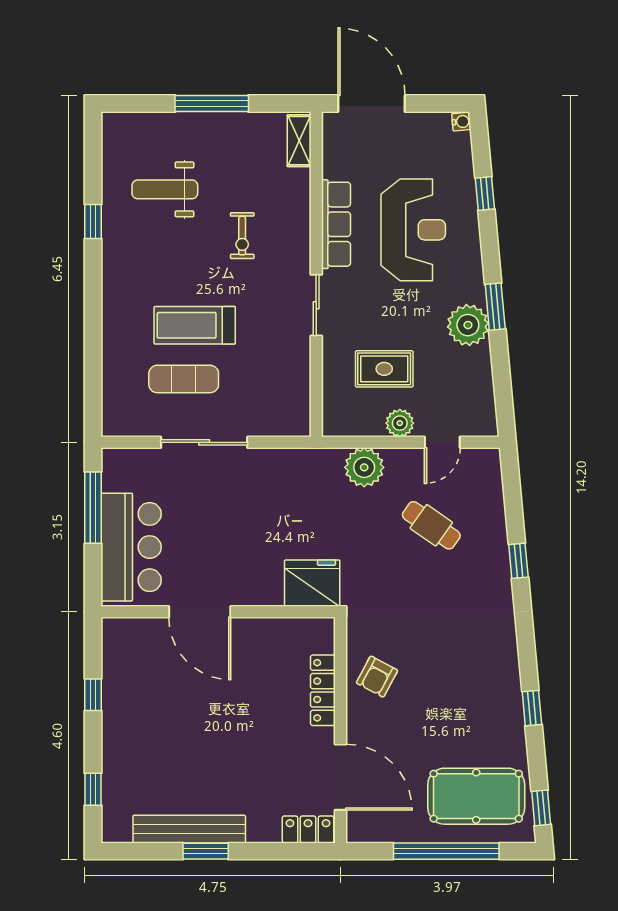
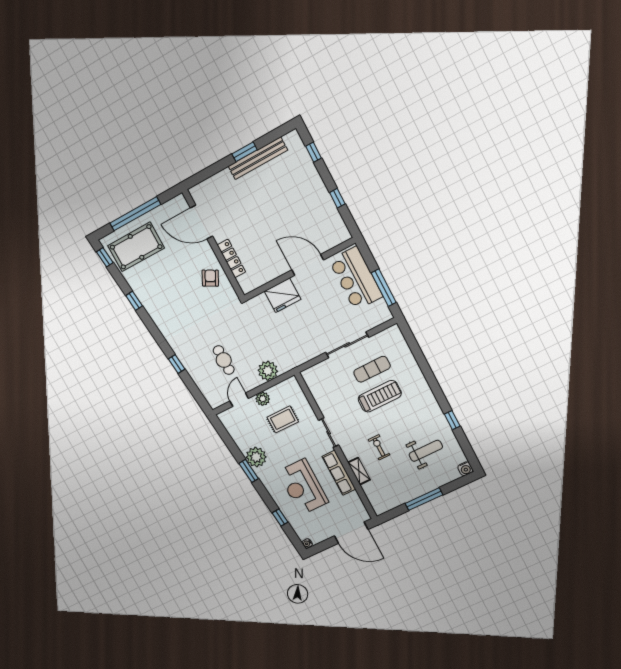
water cooler: (113, 124) -> (465, 469), added
shelving: (299, 141) -> (359, 471), moved
cafe table: (431, 525) -> (224, 360), turned 55
fridge: (312, 583) -> (283, 295), moved
locker: (308, 829) -> (203, 189), removed

